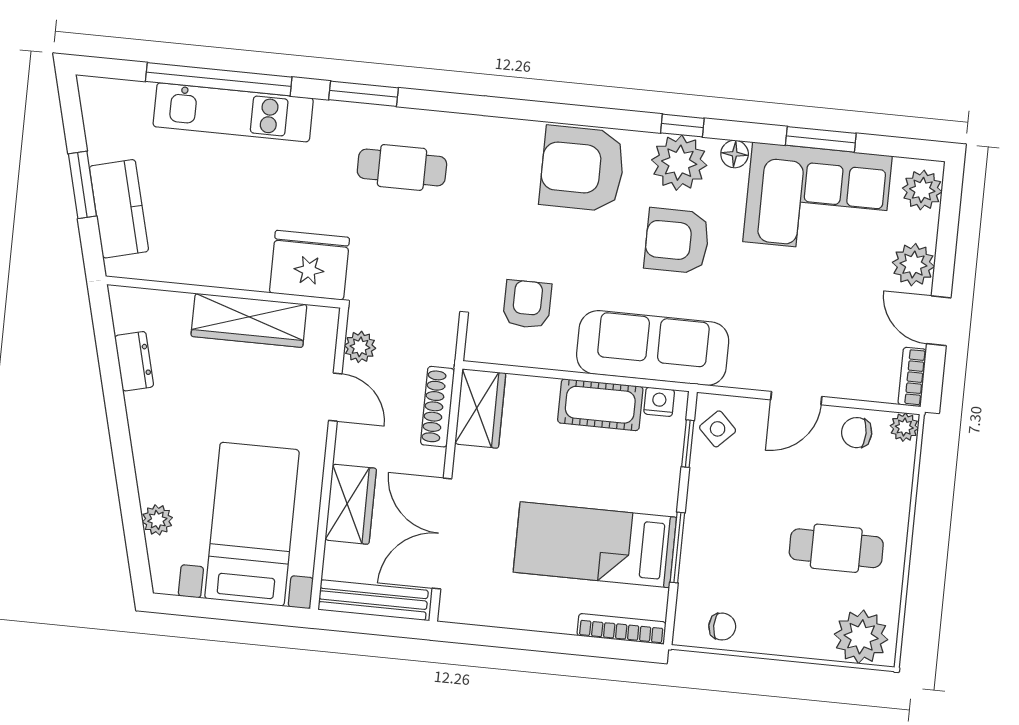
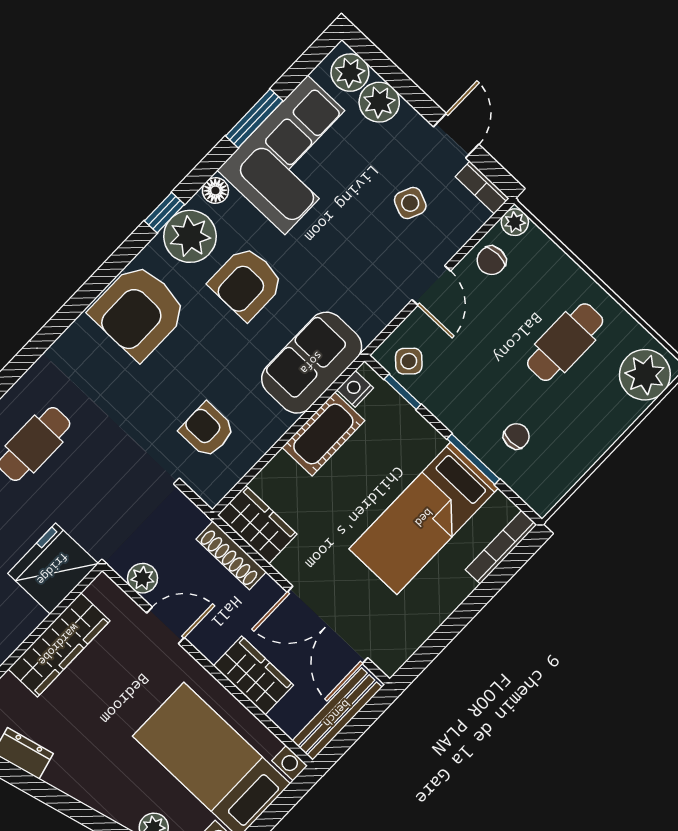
plant: (913, 265) -> (379, 102), moved
door: (939, 321) -> (456, 136), swing flipped
side table: (852, 326) -> (410, 203), added
sofa: (653, 348) -> (312, 363), width x0.73
chair: (722, 627) -> (516, 436), moved

